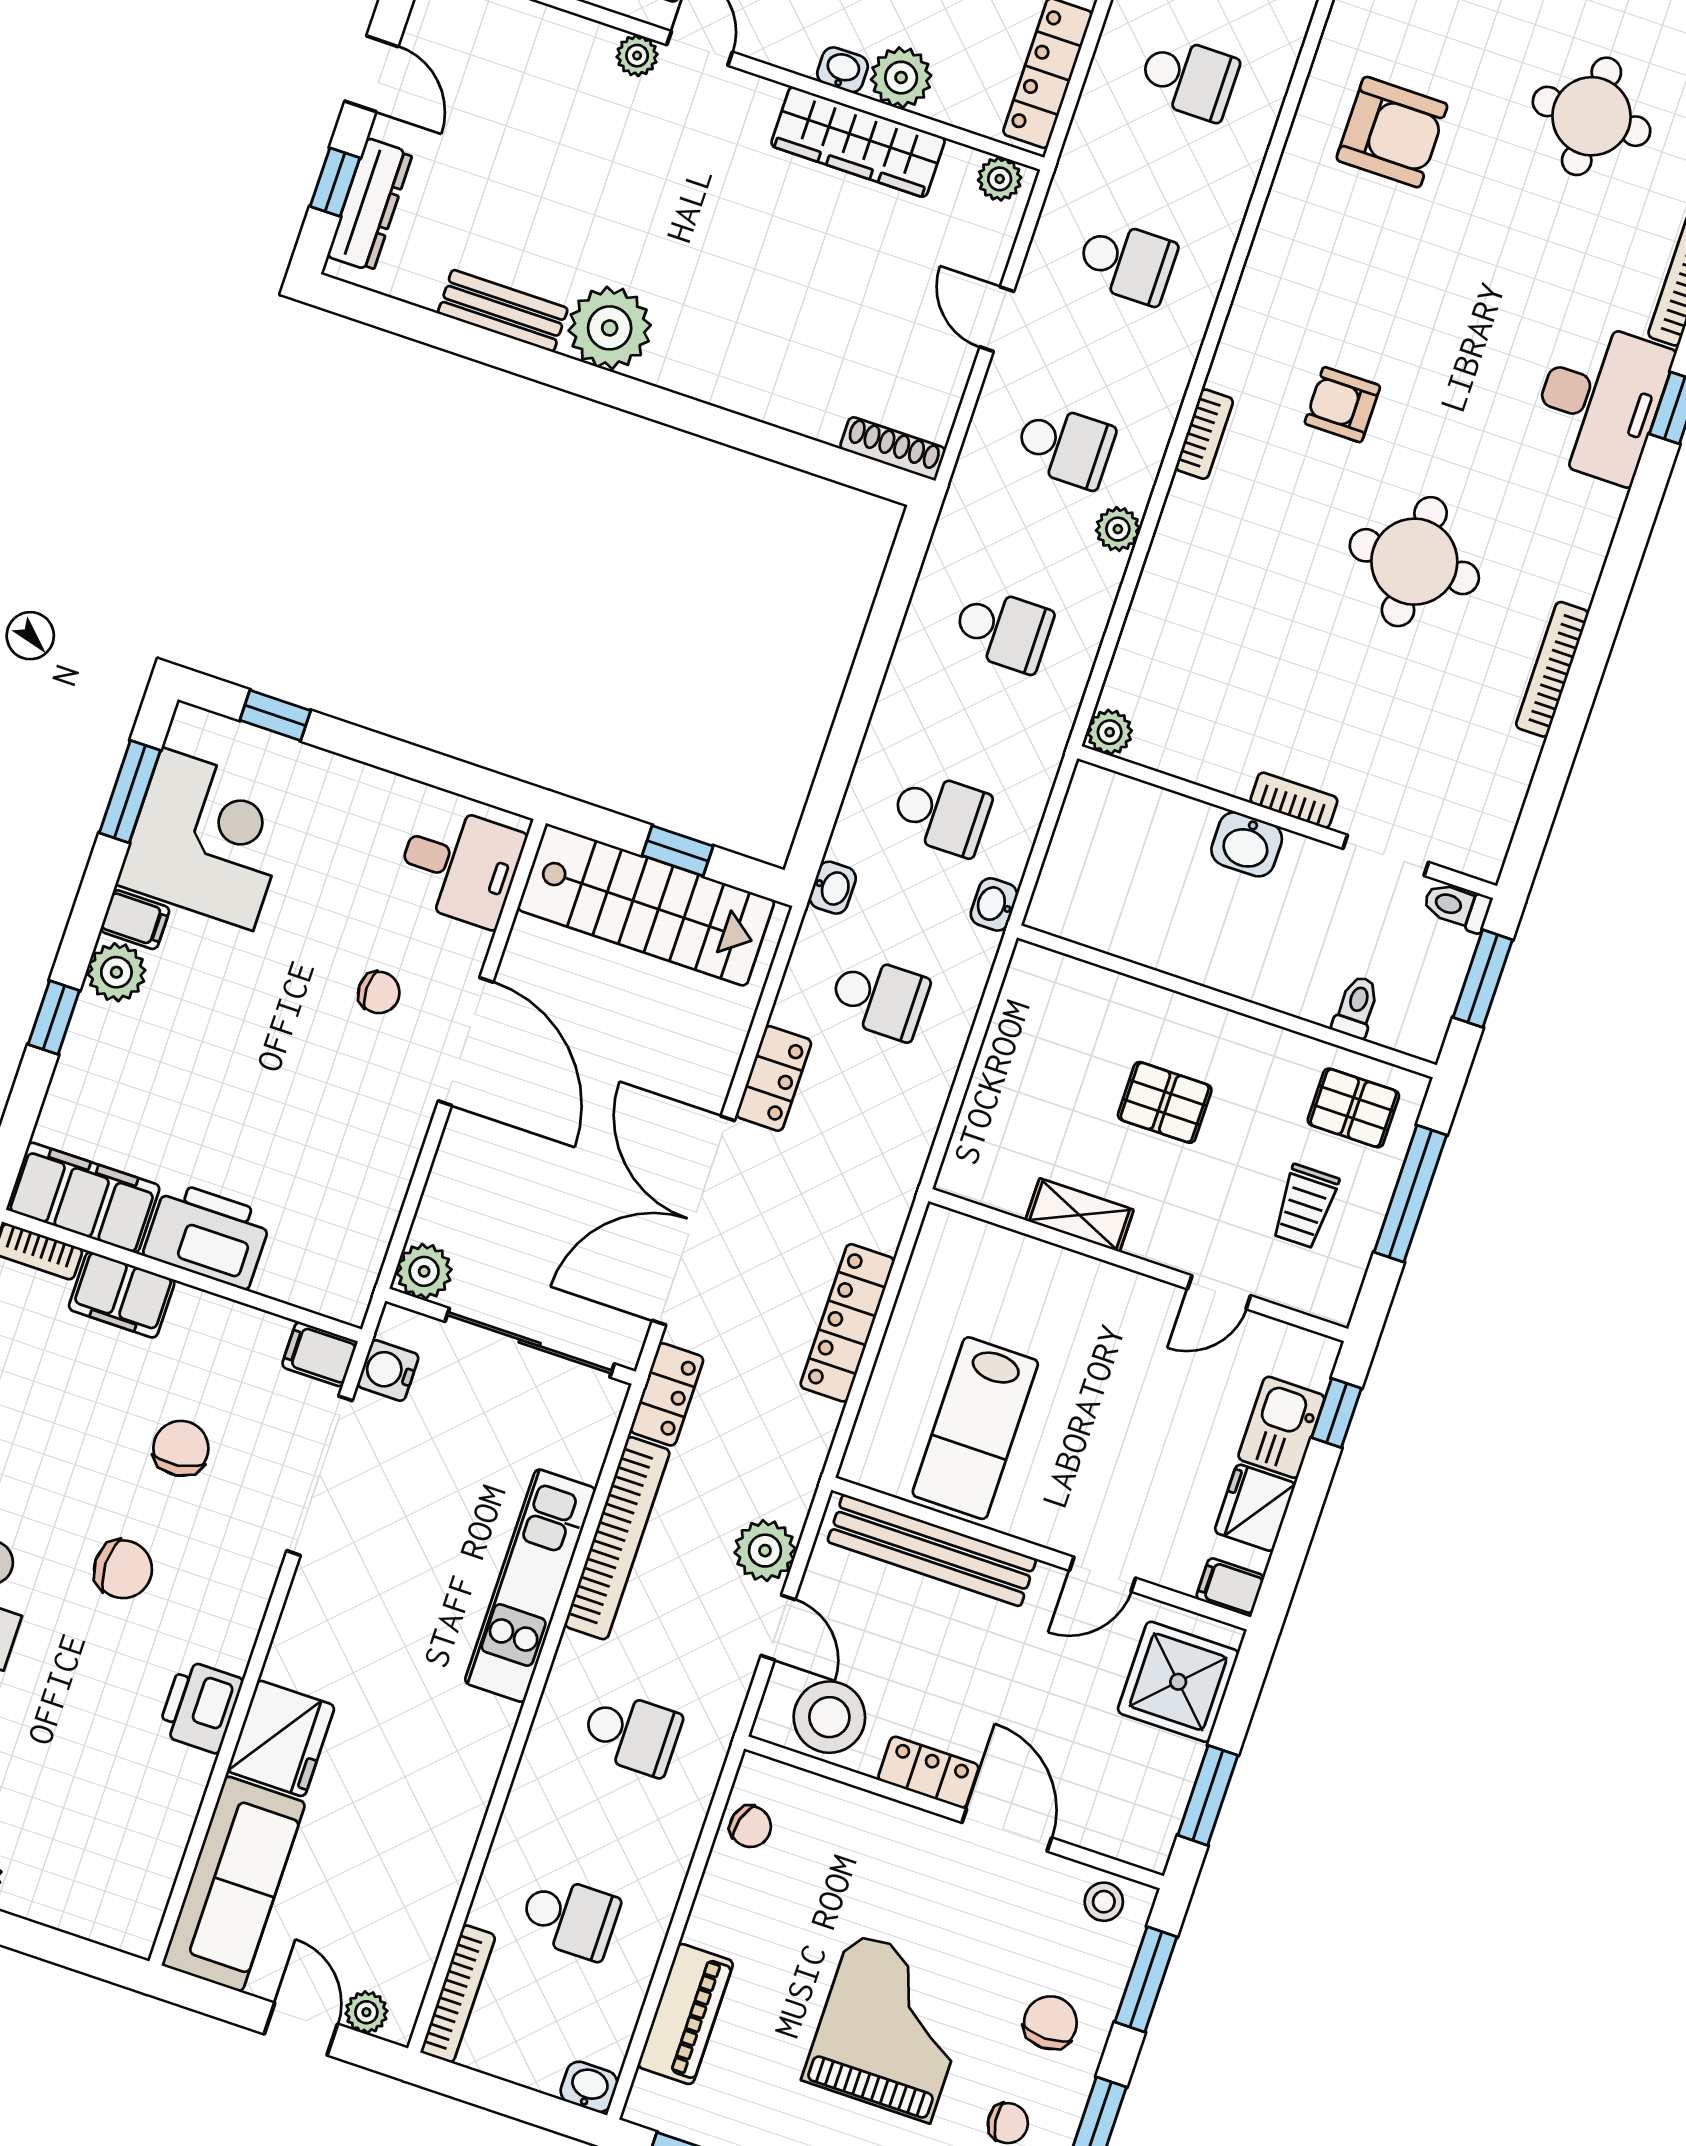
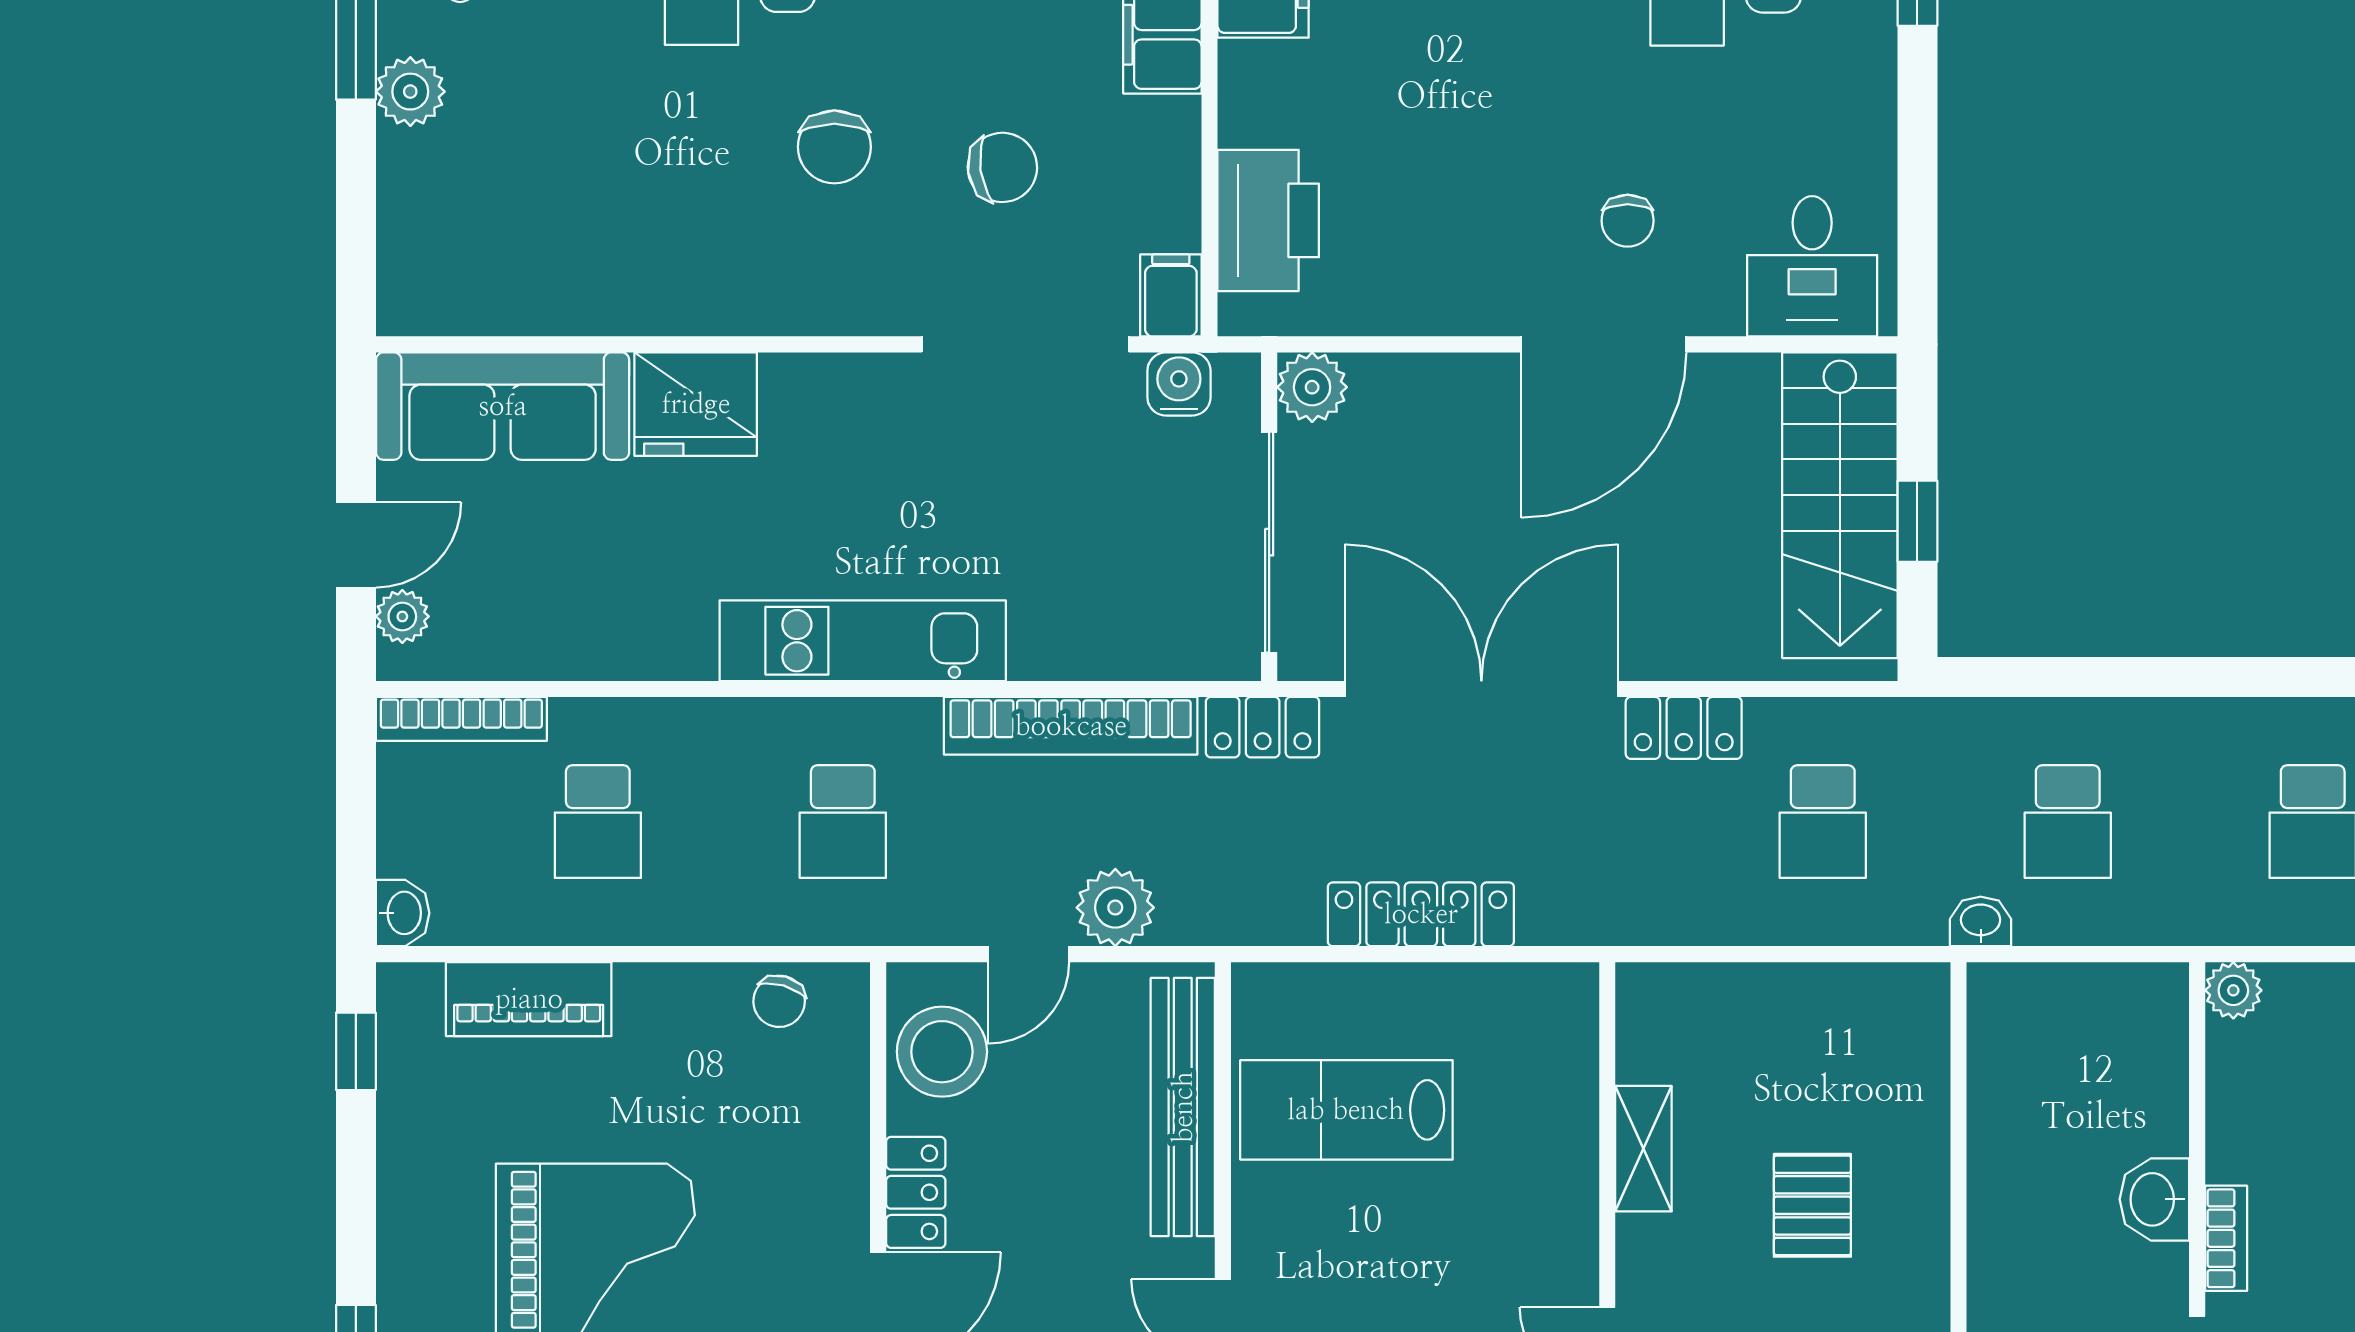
washbasin: (833, 888) -> (1936, 722), removed
printer: (208, 1235) -> (1268, 220), moved
kitchen unit: (530, 1586) -> (863, 641), moved
printer: (200, 1707) -> (701, 295), removed

